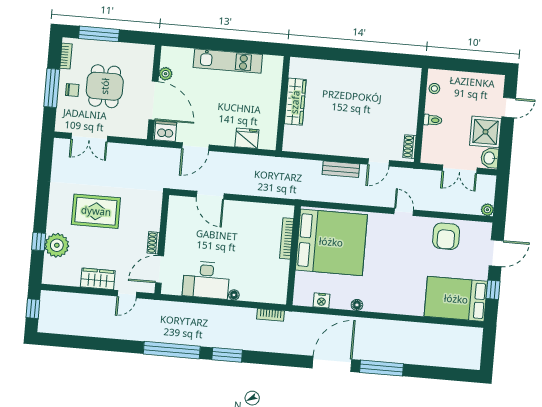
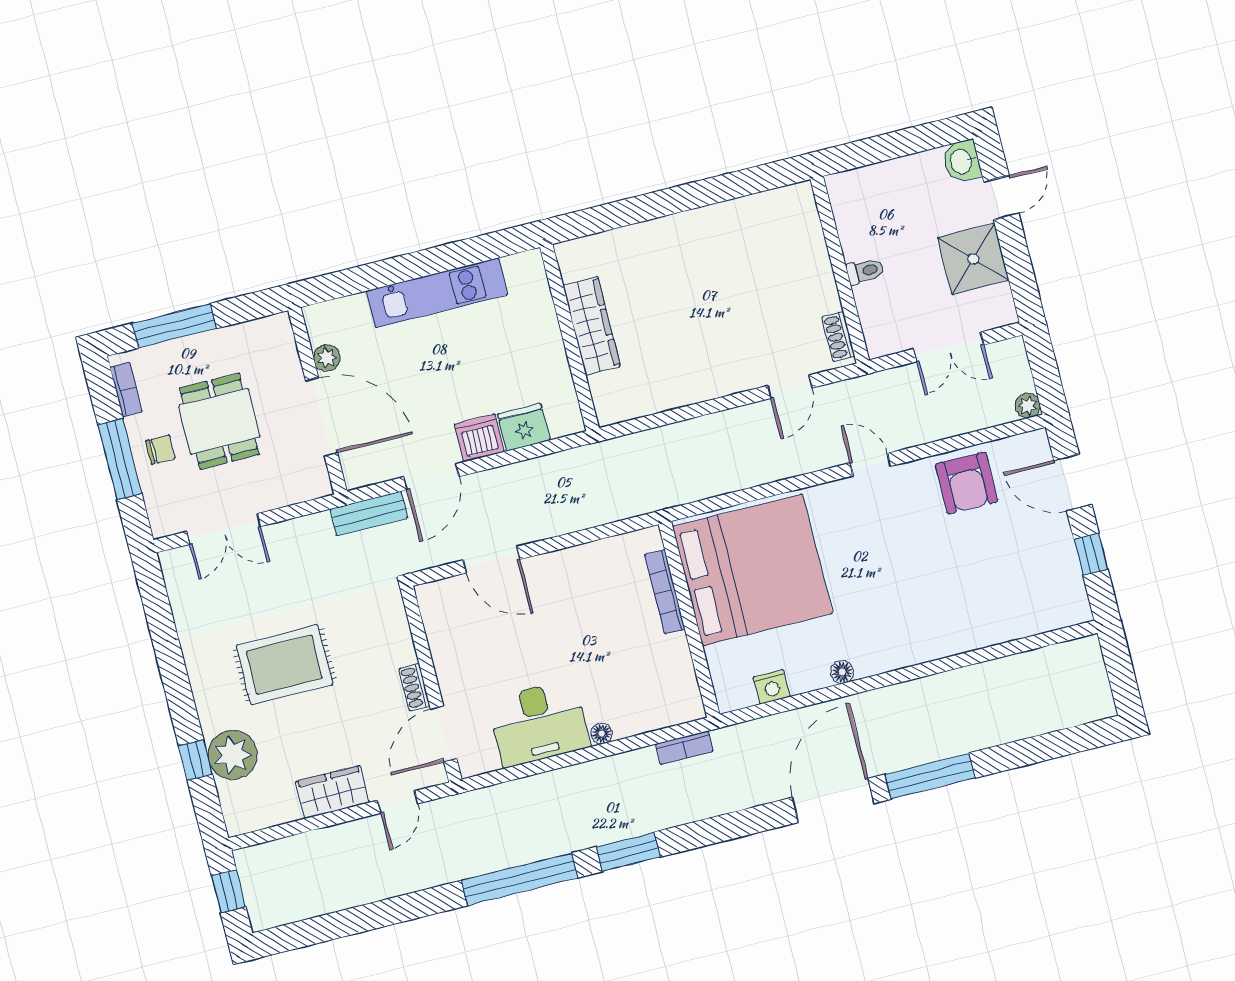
stool: (434, 89) -> (848, 210), removed
dishwasher: (166, 131) -> (479, 438), moved
washbasin: (490, 158) -> (962, 161), moved
bench: (341, 169) -> (369, 513), moved
door: (496, 253) -> (1073, 483), swing flipped
bed: (456, 299) -> (1026, 596), removed

